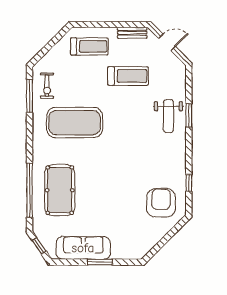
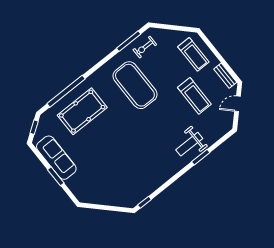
door: (167, 42) -> (238, 104), swing flipped
window: (189, 183) -> (144, 202), moved
armchair: (161, 203) -> (128, 185), removed

